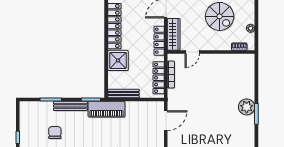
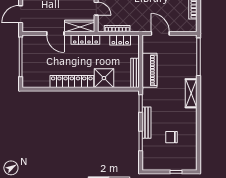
locker: (159, 78) -> (120, 40), width x0.66
piano: (106, 109) -> (150, 70), moved

